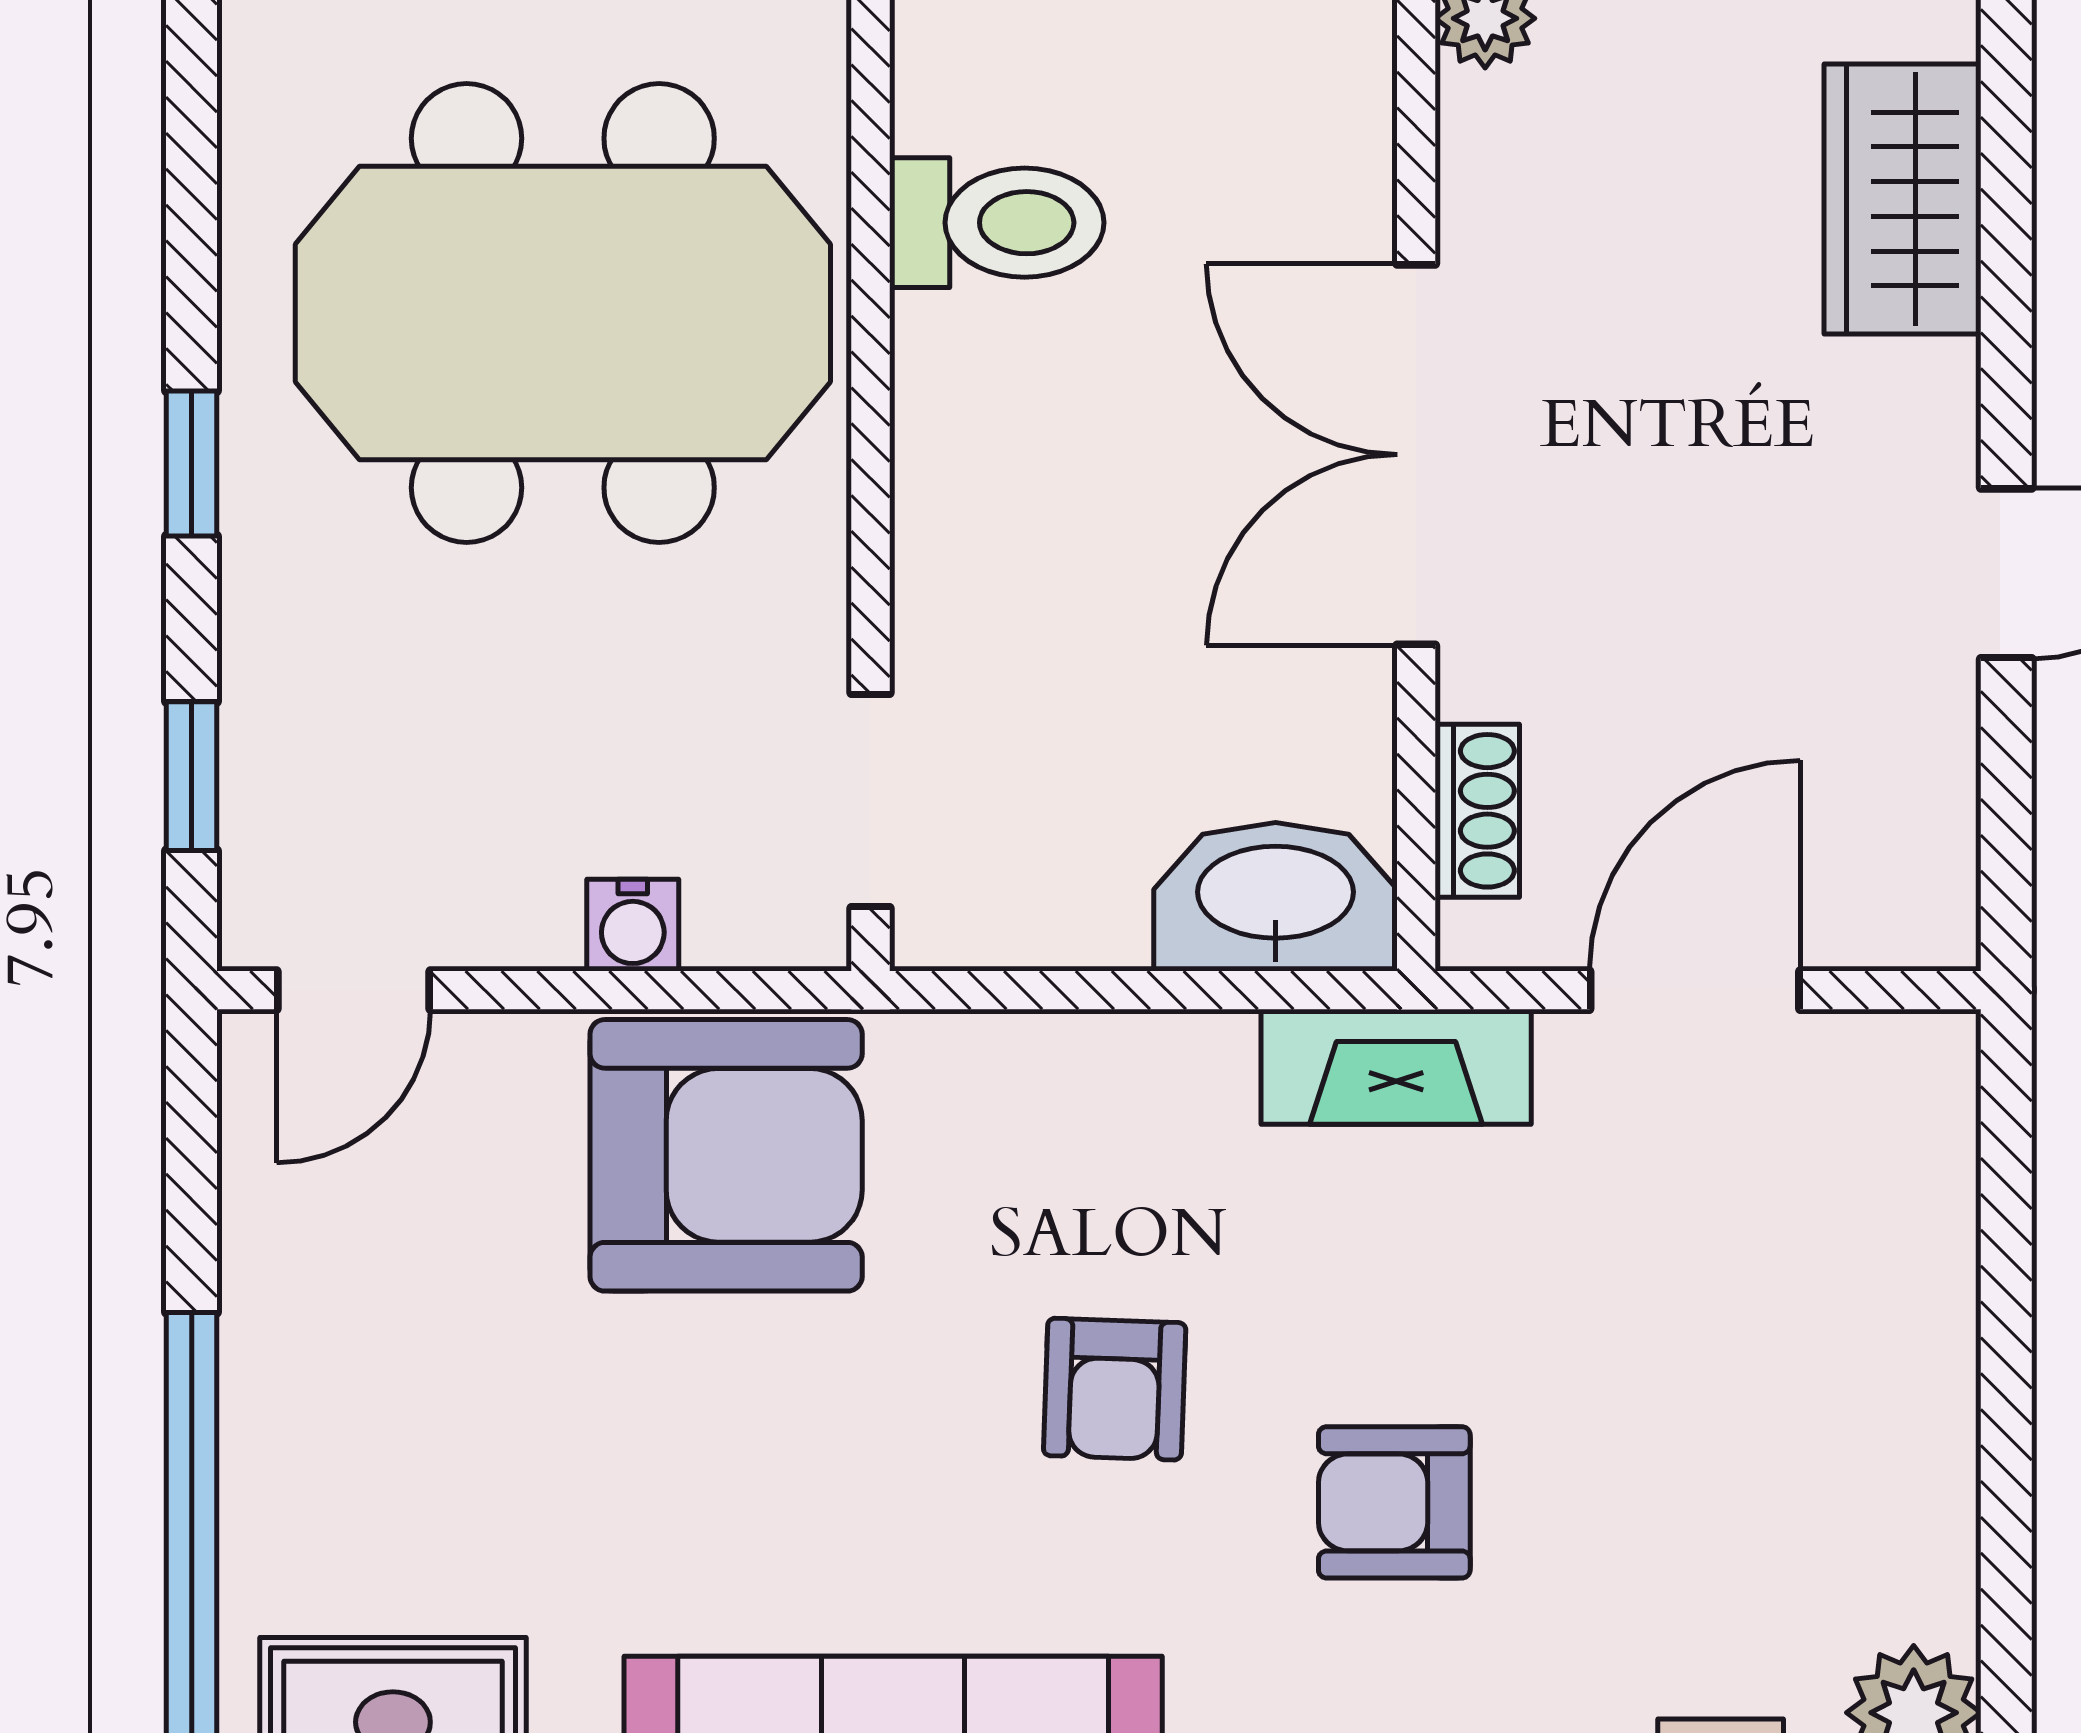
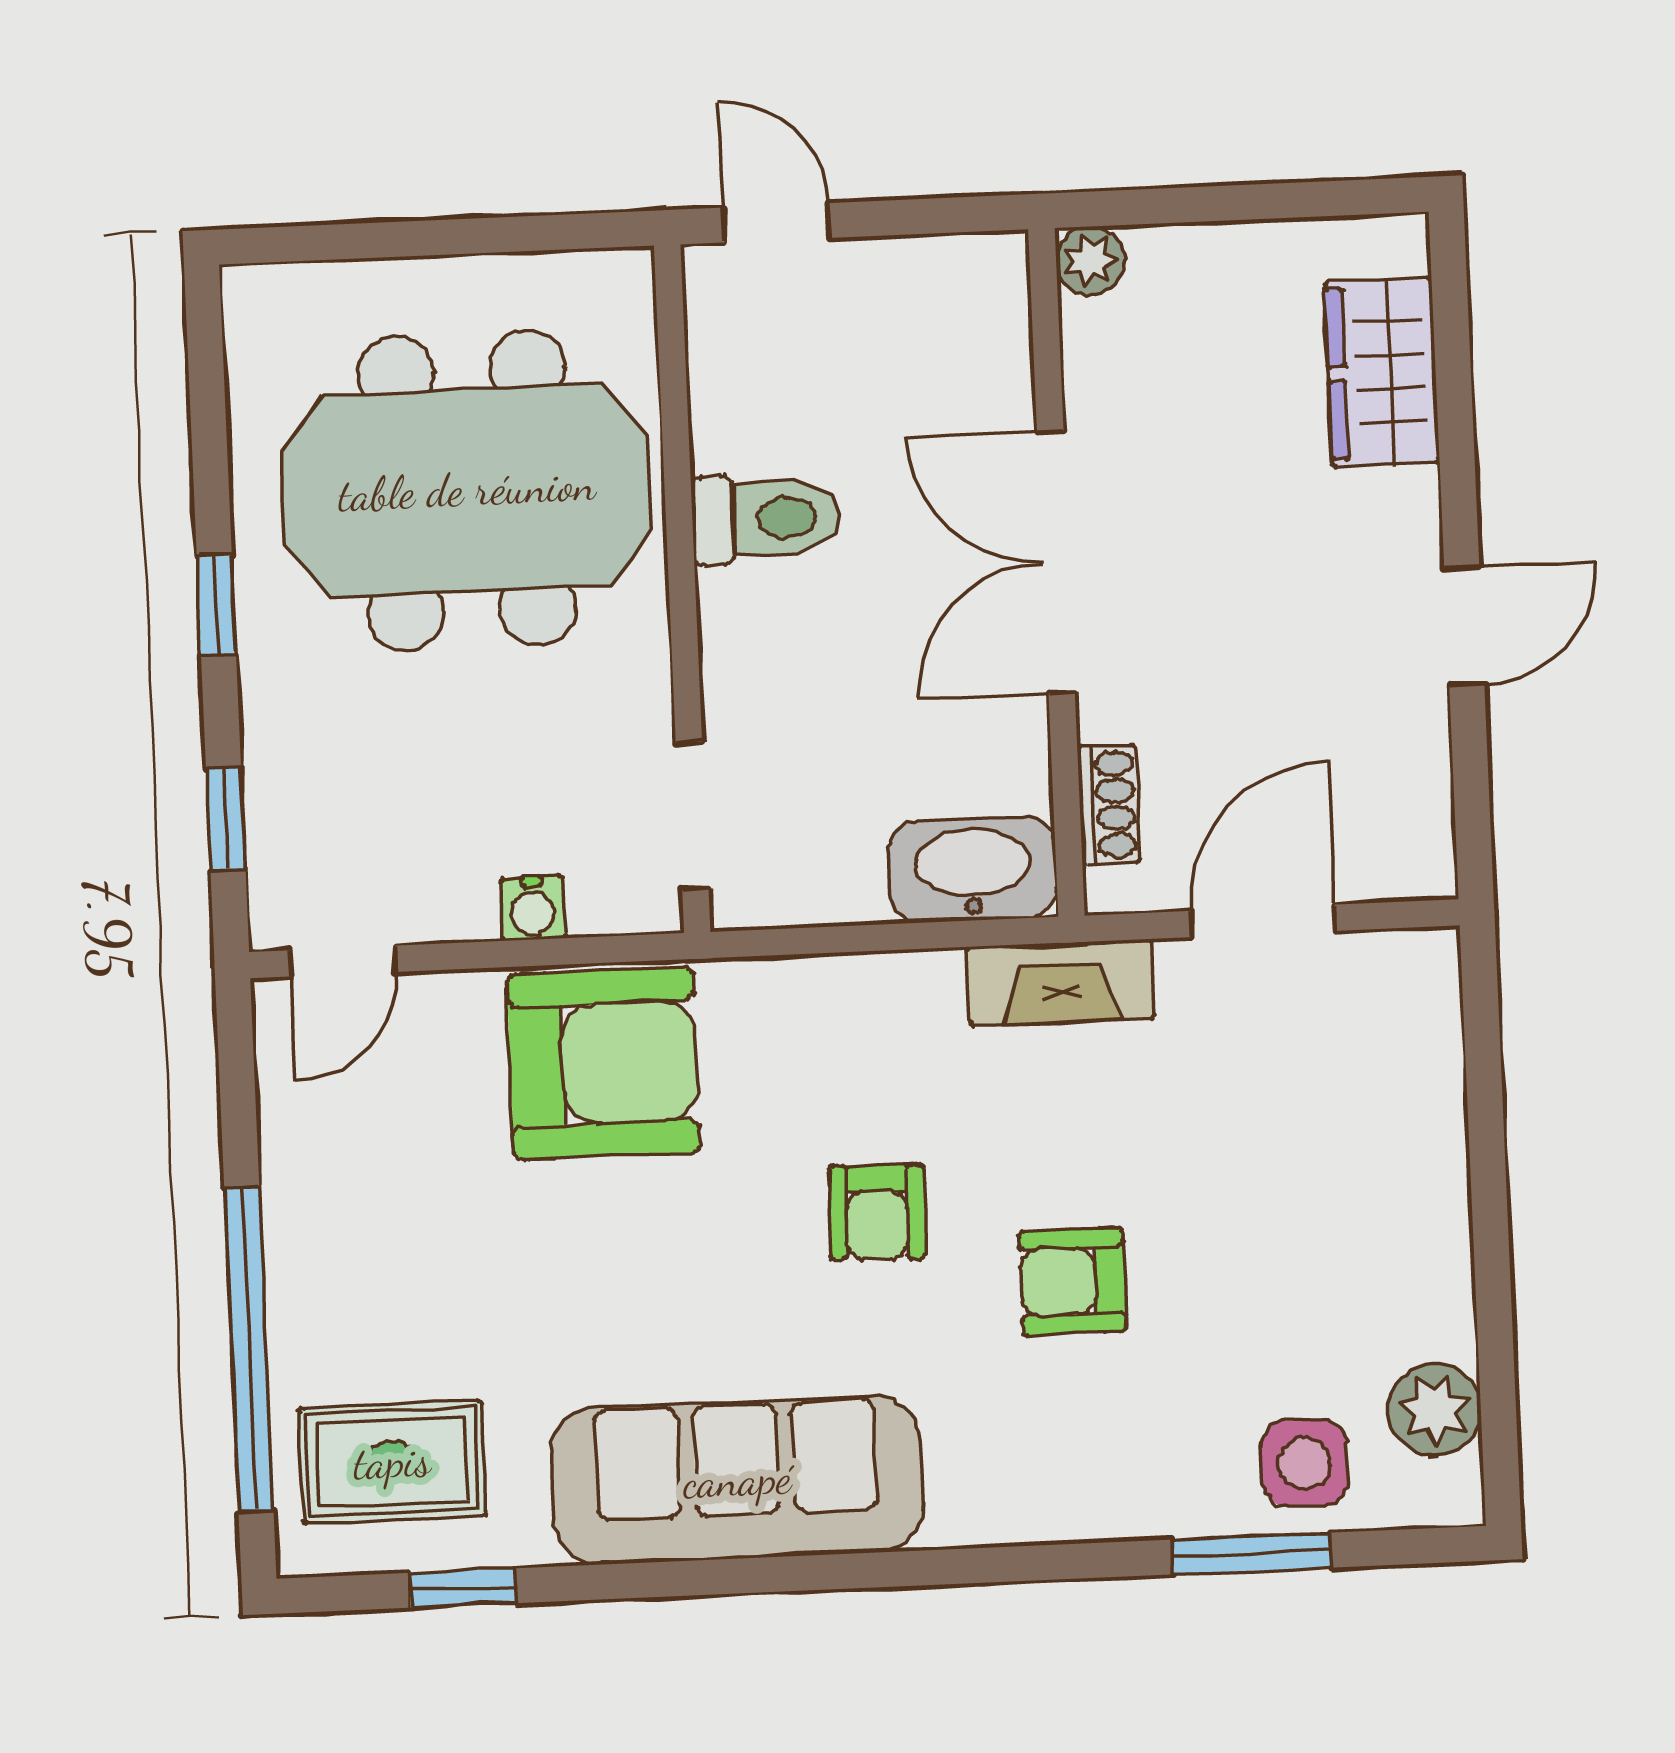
toilet: (997, 223) -> (766, 518), moved

